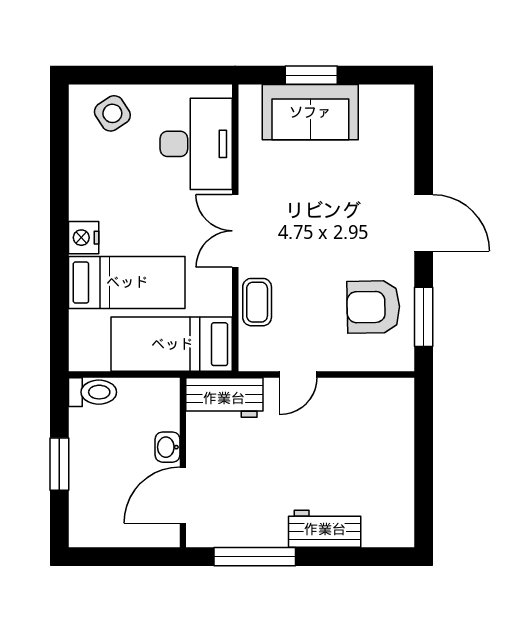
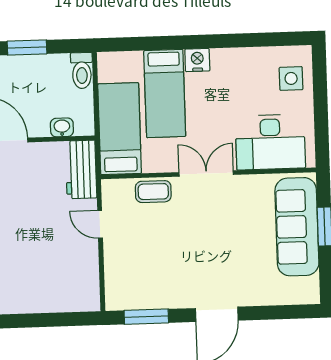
sofa: (310, 112) -> (297, 227), width x1.36
side table: (112, 113) -> (291, 78), turned 33
armchair: (373, 307) -> (153, 279), removed
washbasin: (168, 447) -> (62, 127), moved

